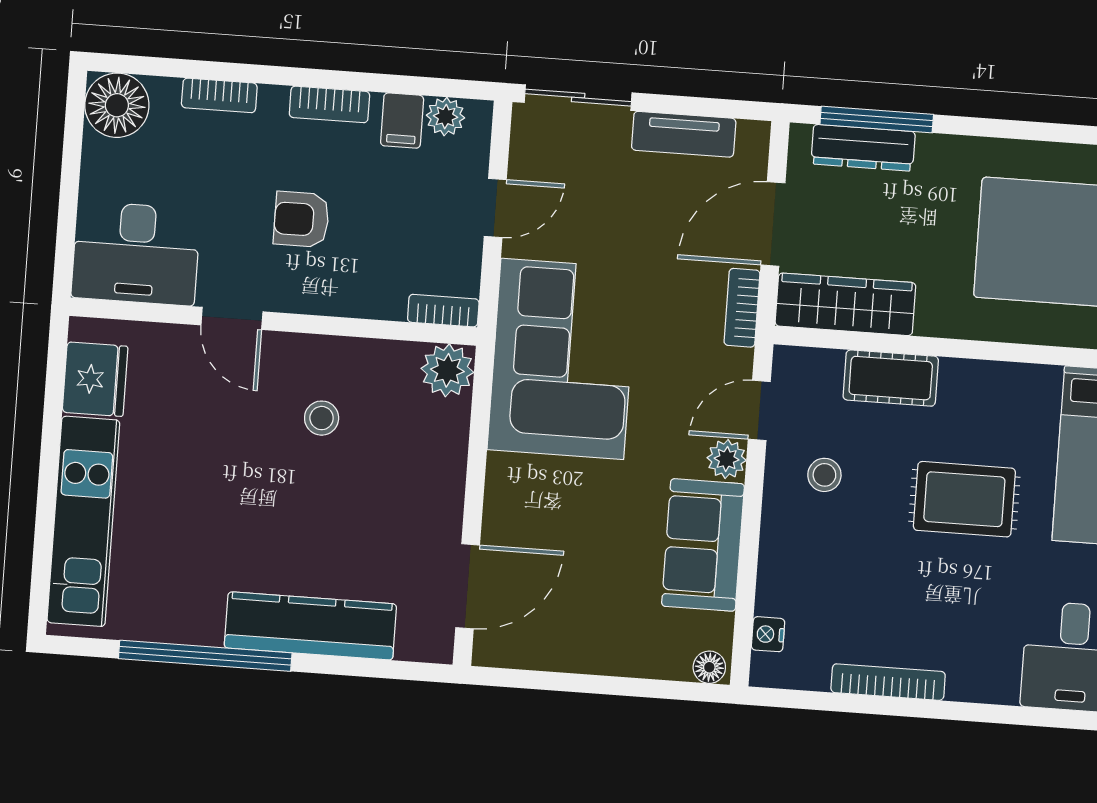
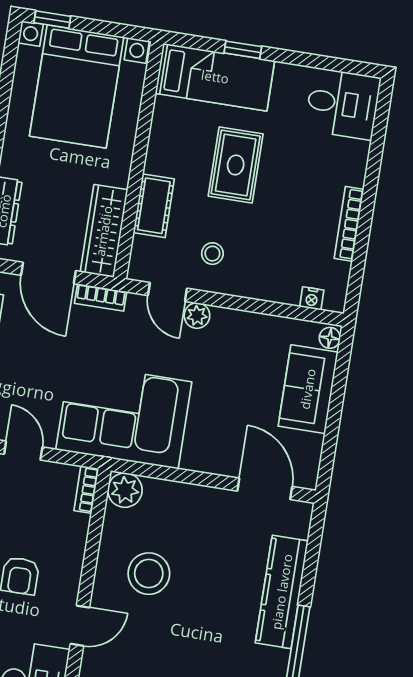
stool: (322, 418) -> (149, 574), width x1.89, depth x1.89
sofa: (703, 545) -> (308, 389), moved, turned 90

